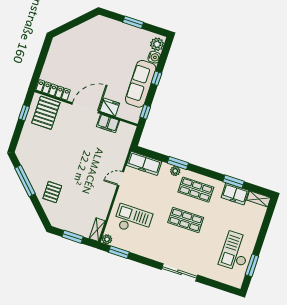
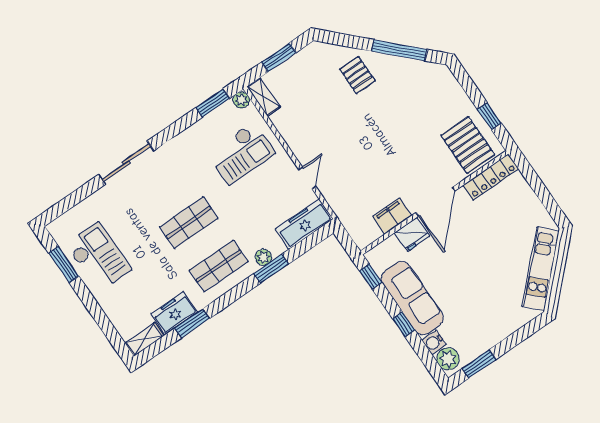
window: (133, 22) -> (479, 364), moved
kitchen unit: (79, 32) -> (541, 269), added

